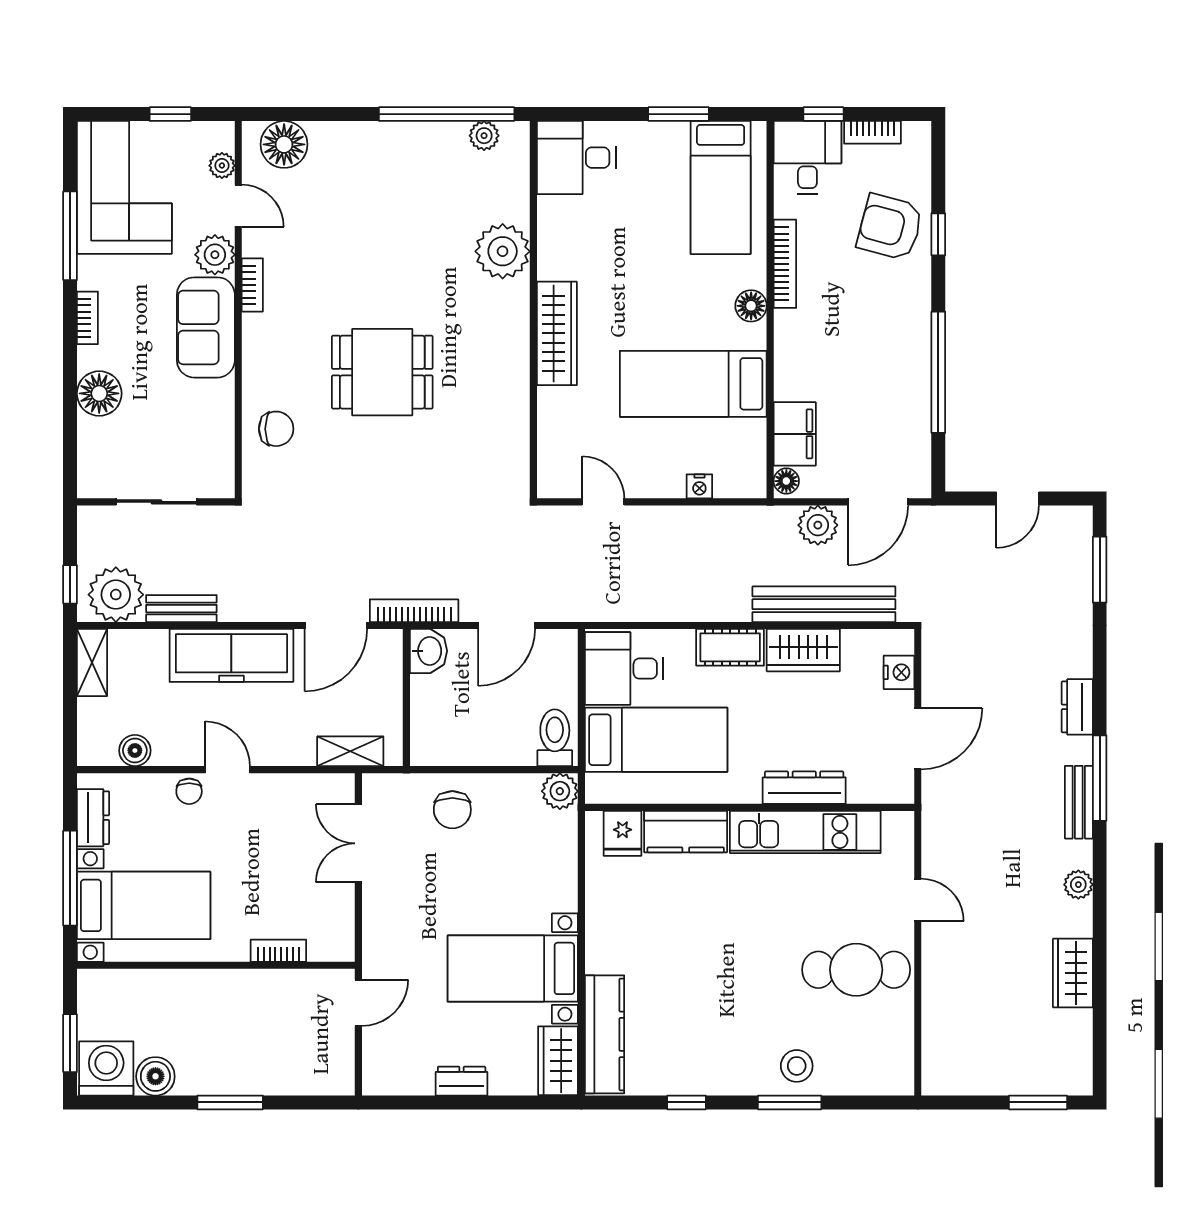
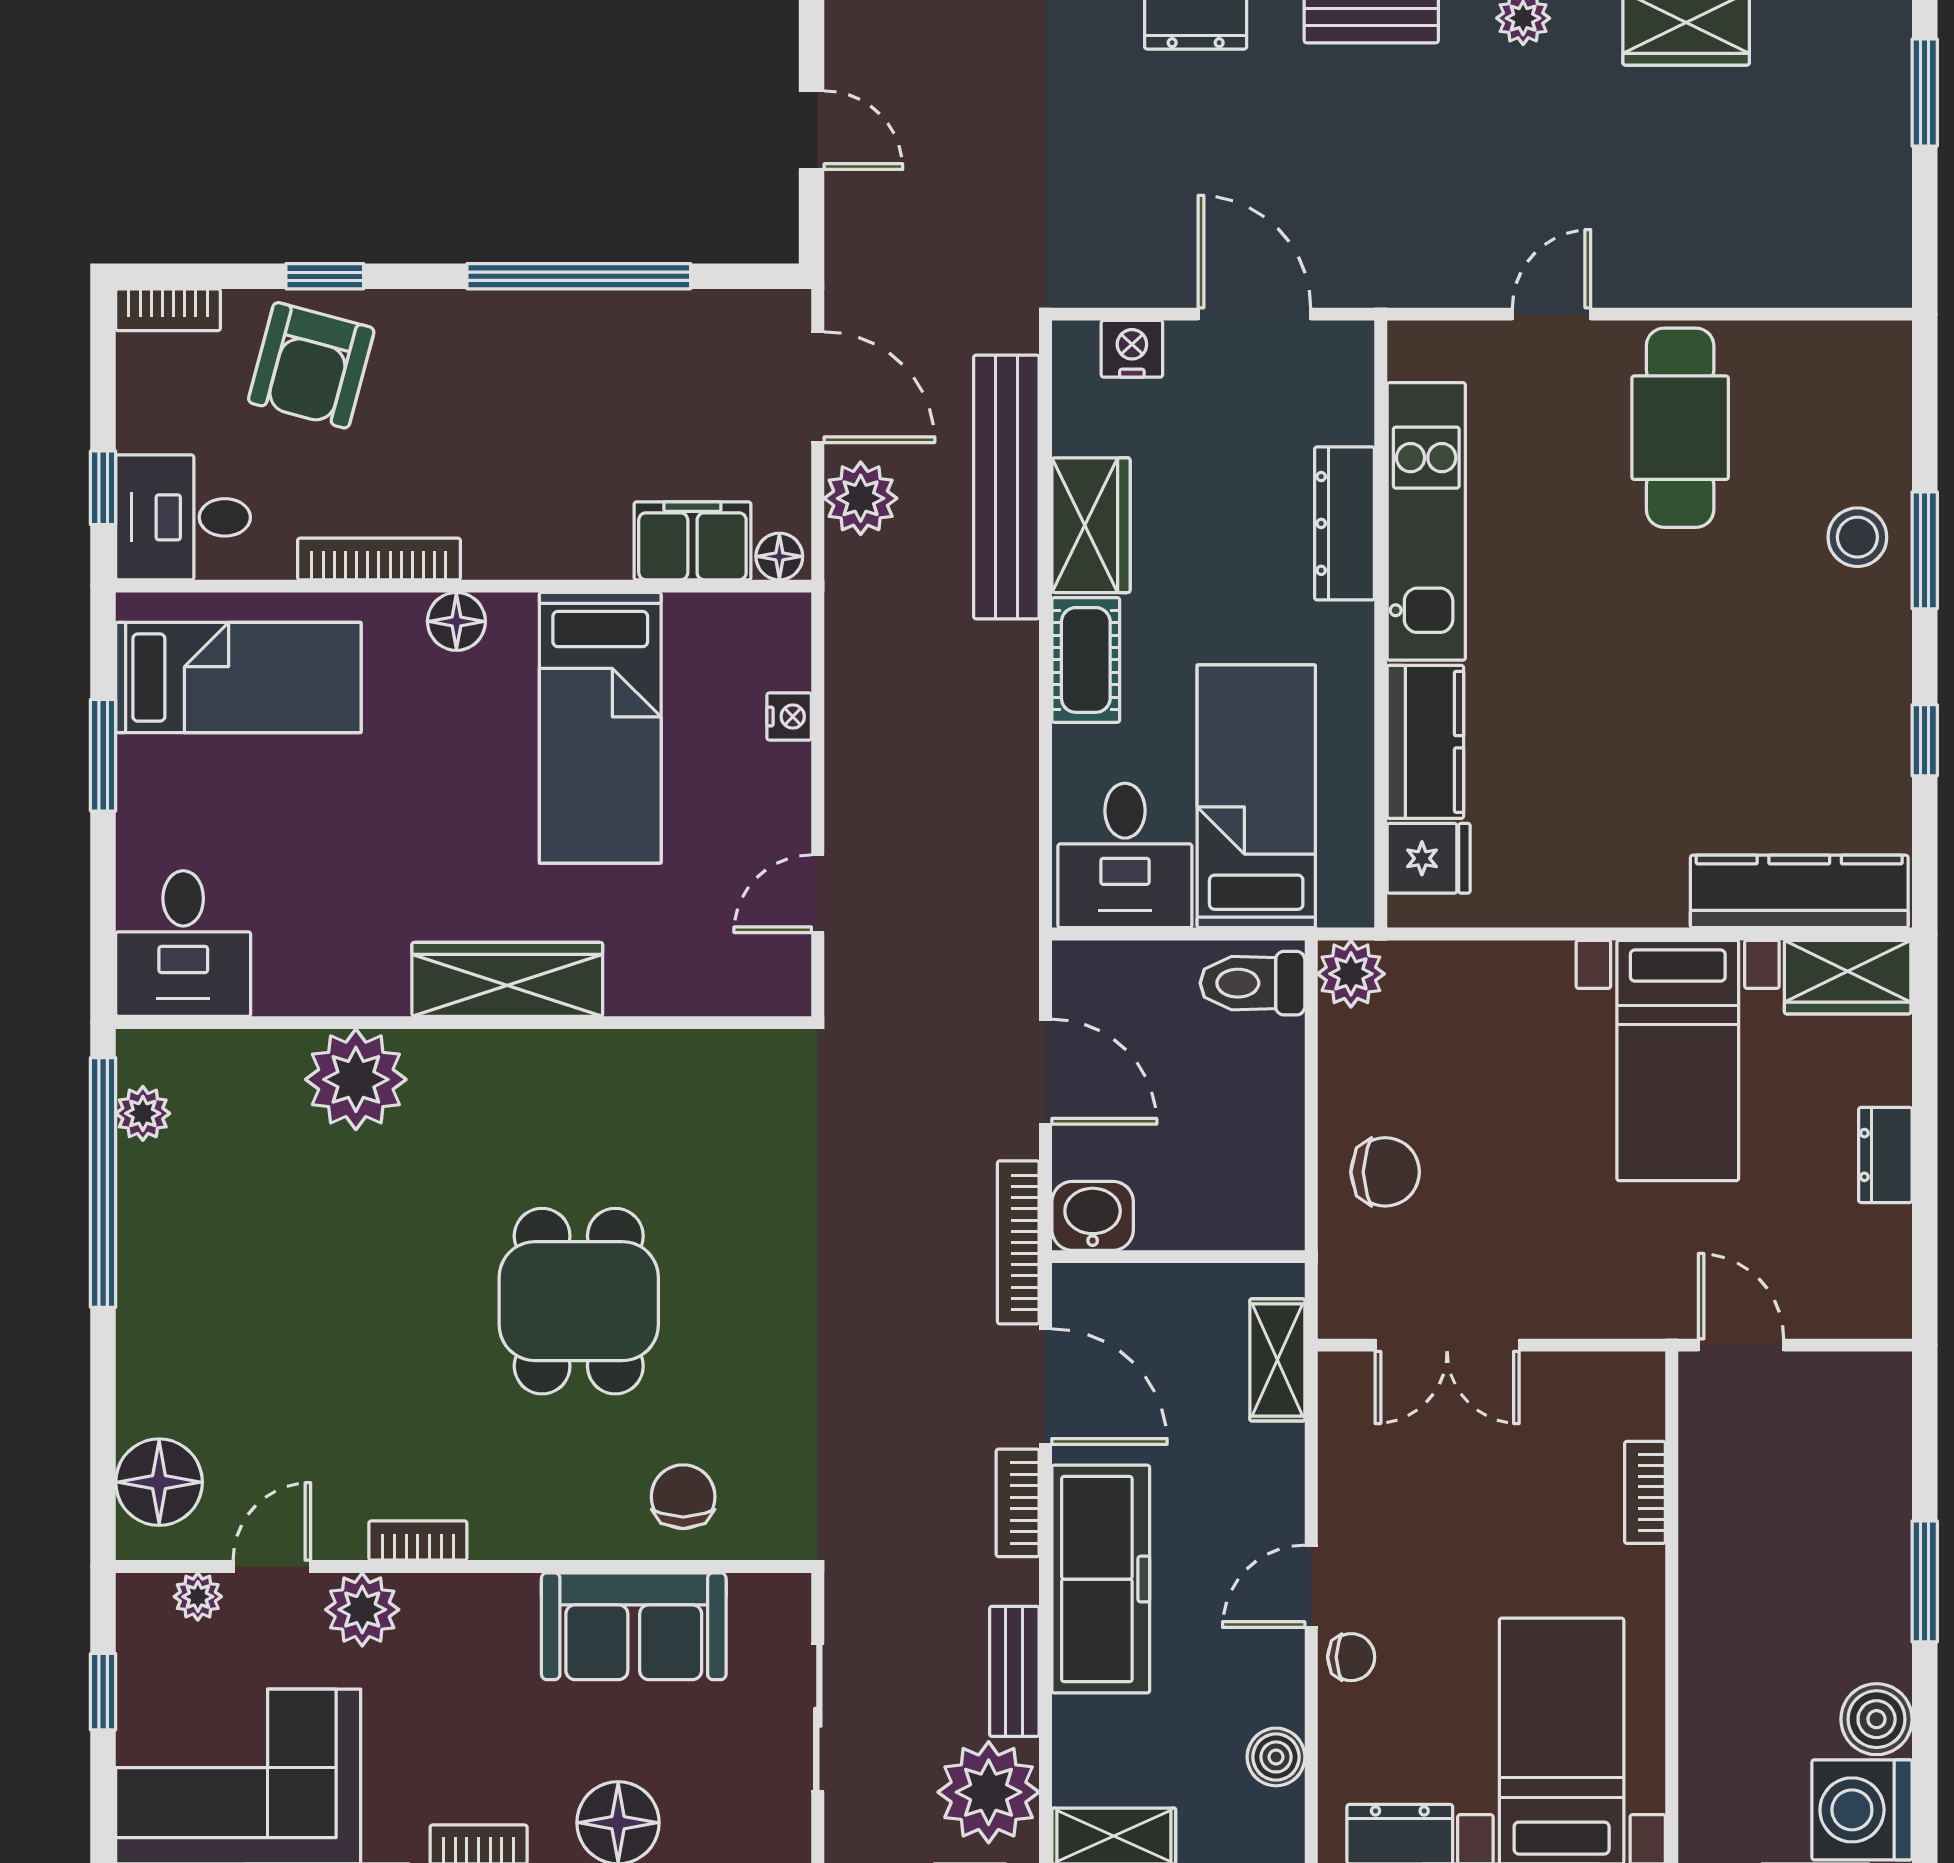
bookcase: (872, 132) -> (168, 310), moved, turned 90
sofa: (206, 327) -> (634, 1626), moved
bookcase: (273, 610) -> (1018, 1503), added

